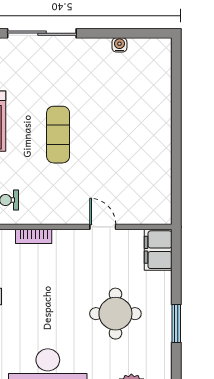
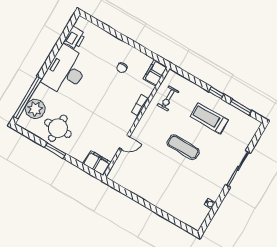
round table: (115, 314) -> (58, 128), moved

